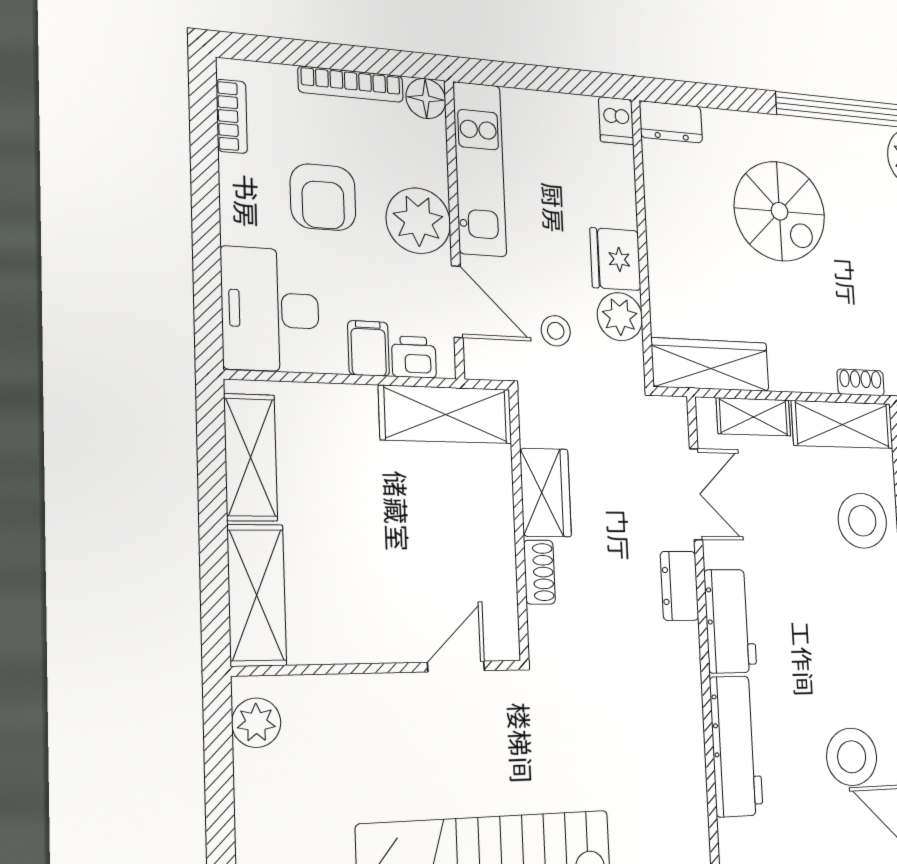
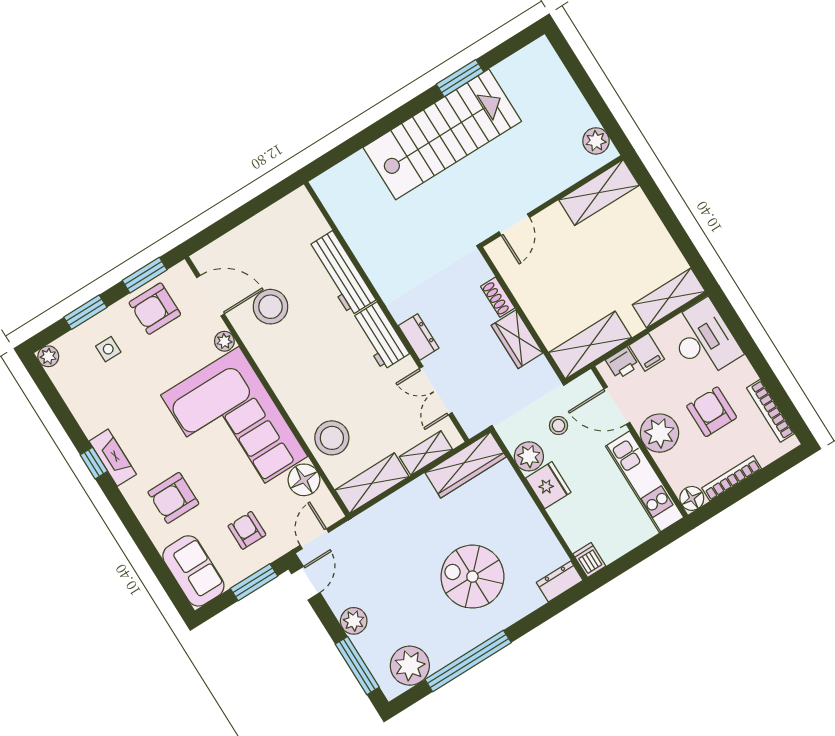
bookcase: (232, 116) -> (770, 411), width x1.56
shoe rack: (861, 382) -> (374, 514), removed
shelving: (251, 457) -> (669, 298), moved, turned 90
shelving: (257, 595) -> (599, 193), moved, turned 90

